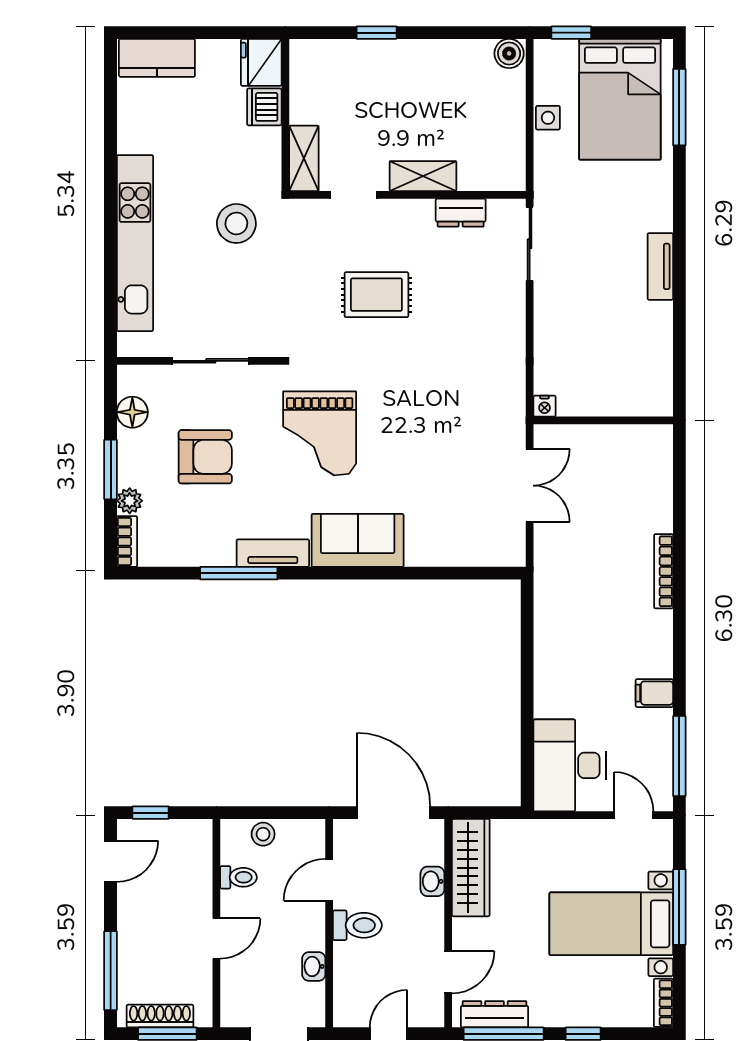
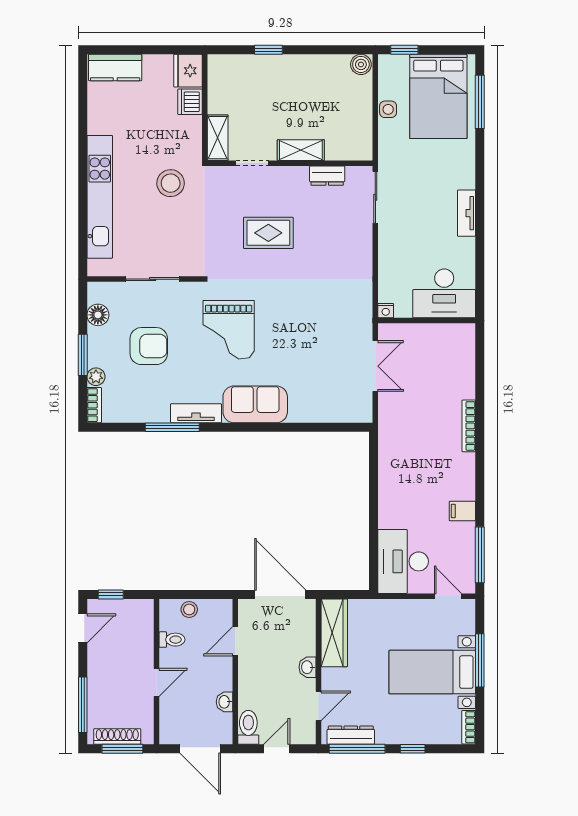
desk: (628, 381) -> (444, 293), added
washbasin: (432, 881) -> (307, 667), moved
toilet: (357, 925) -> (248, 727), moved, turned -90

